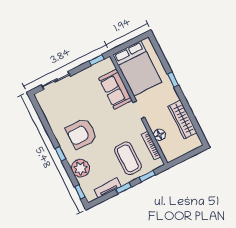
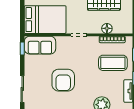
sofa: (115, 89) -> (40, 45), moved
armchair: (81, 134) -> (63, 80), moved

